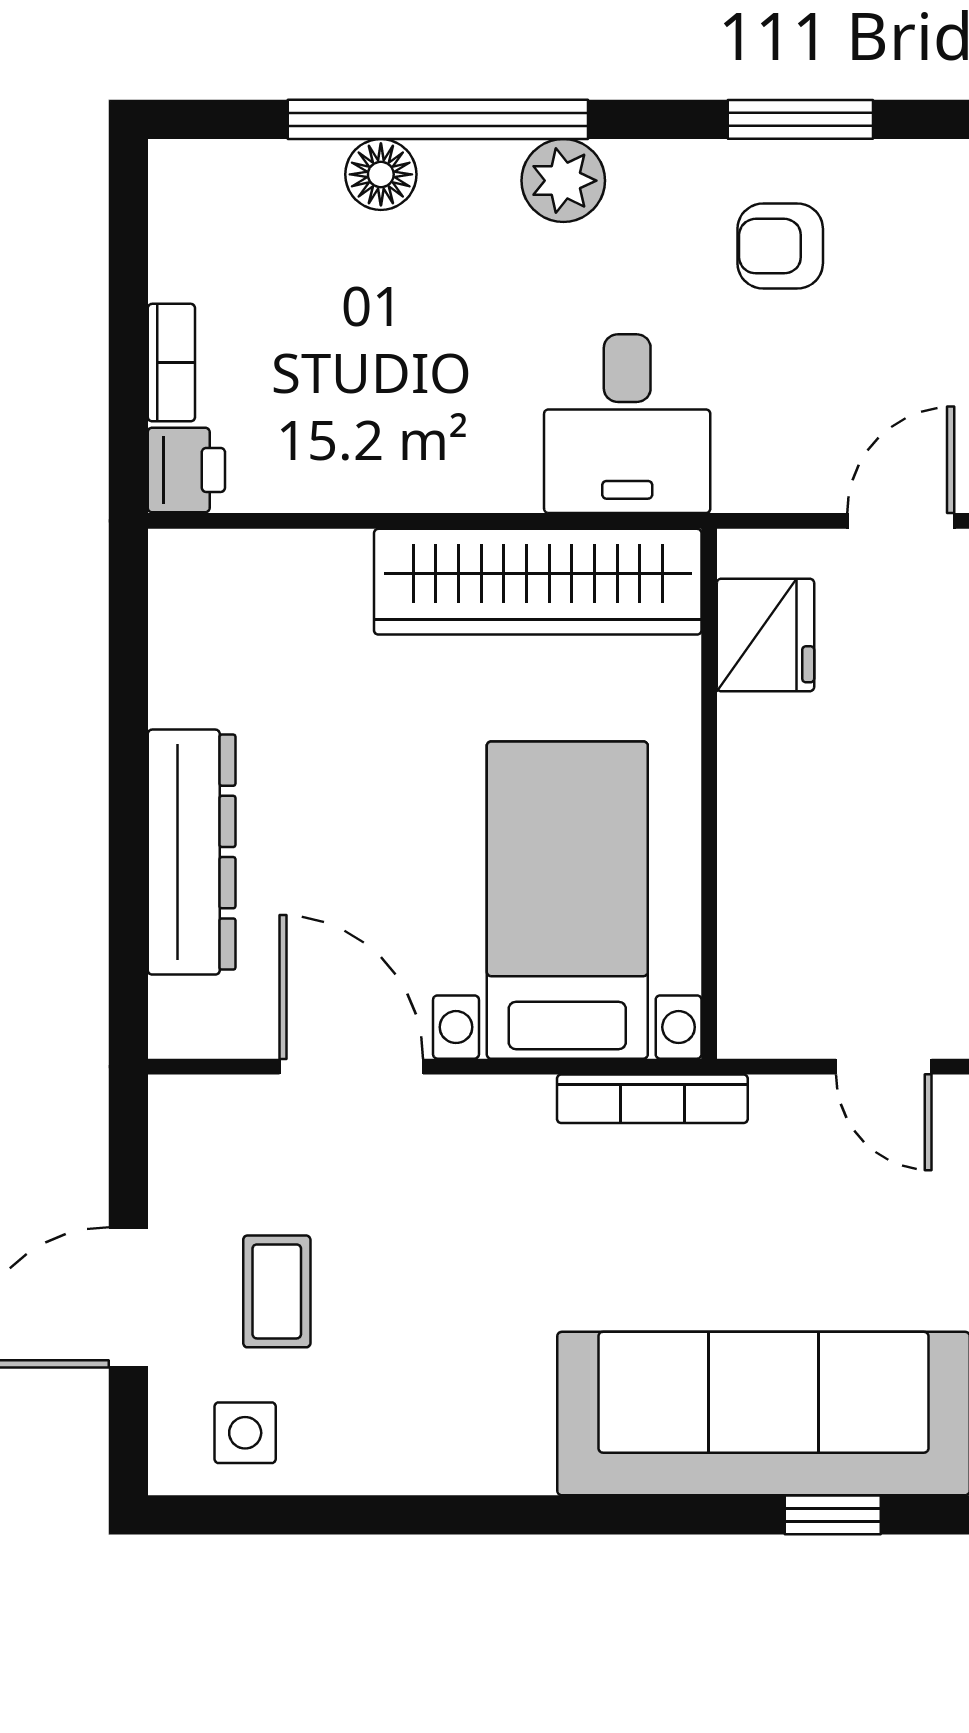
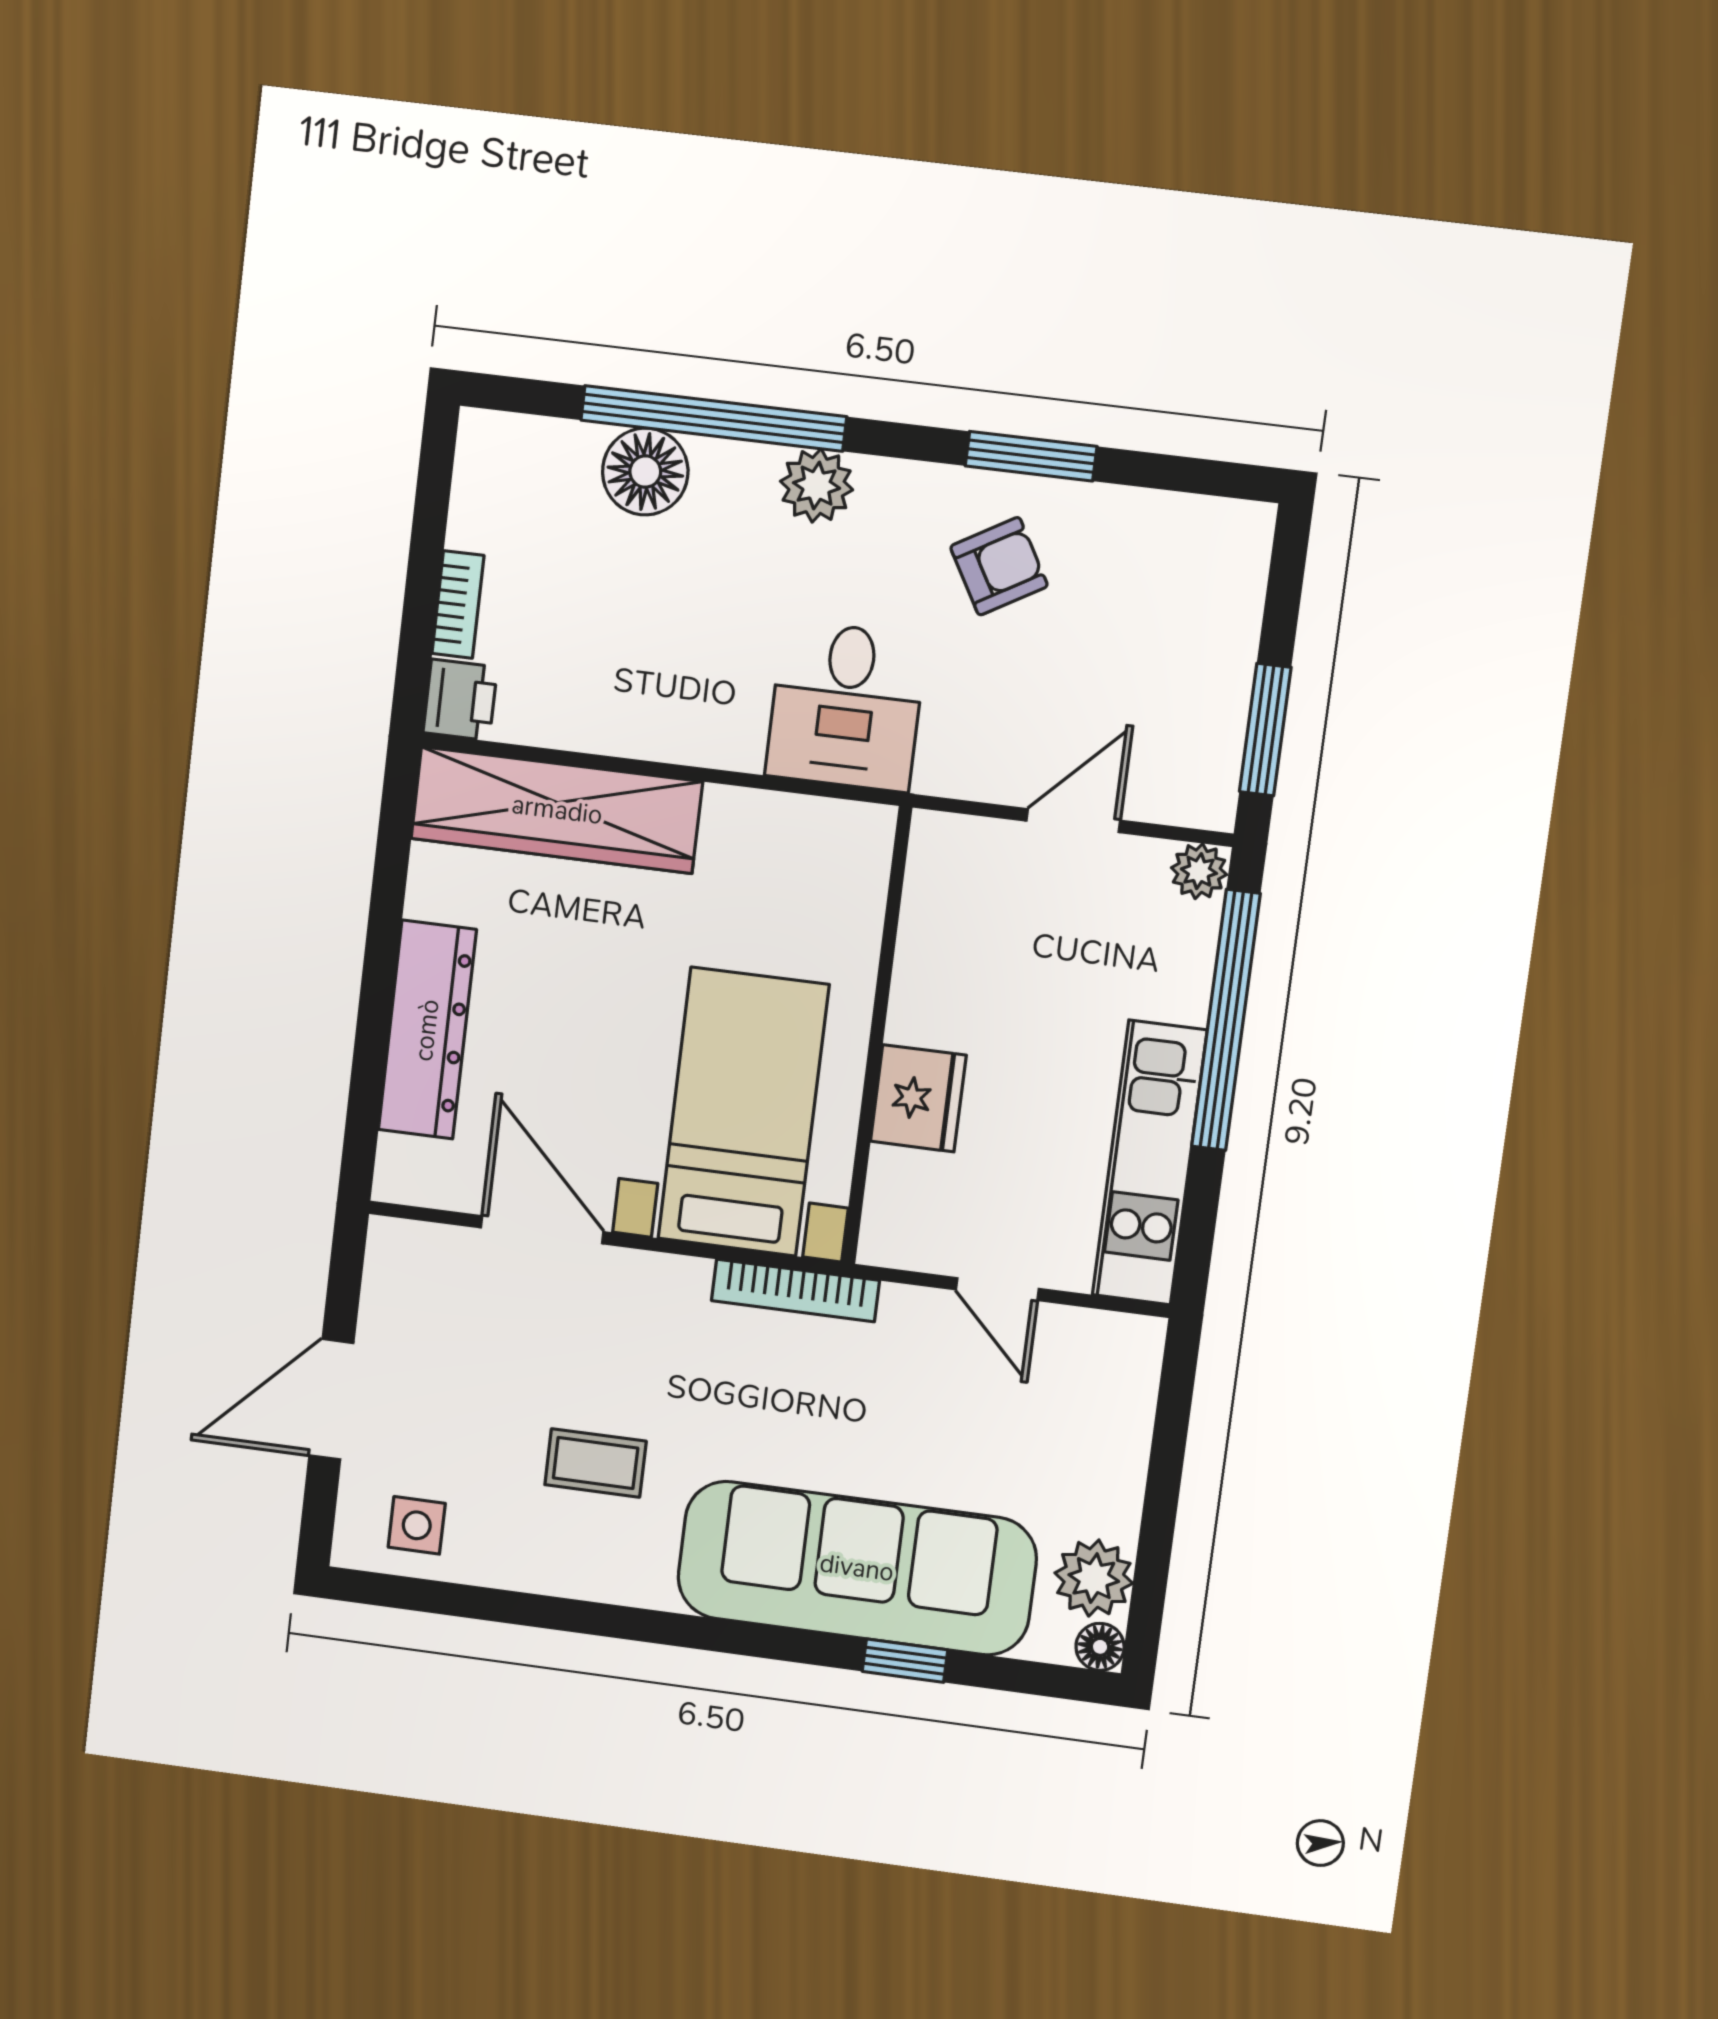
floor lamp: (381, 174) -> (645, 472), width x1.38, depth x1.38
armchair: (780, 246) -> (999, 566), turned 150
wardrobe: (538, 582) -> (557, 810), moved
fridge: (765, 635) -> (918, 1098), moved
coffee table: (277, 1291) -> (595, 1463), moved, turned 90

